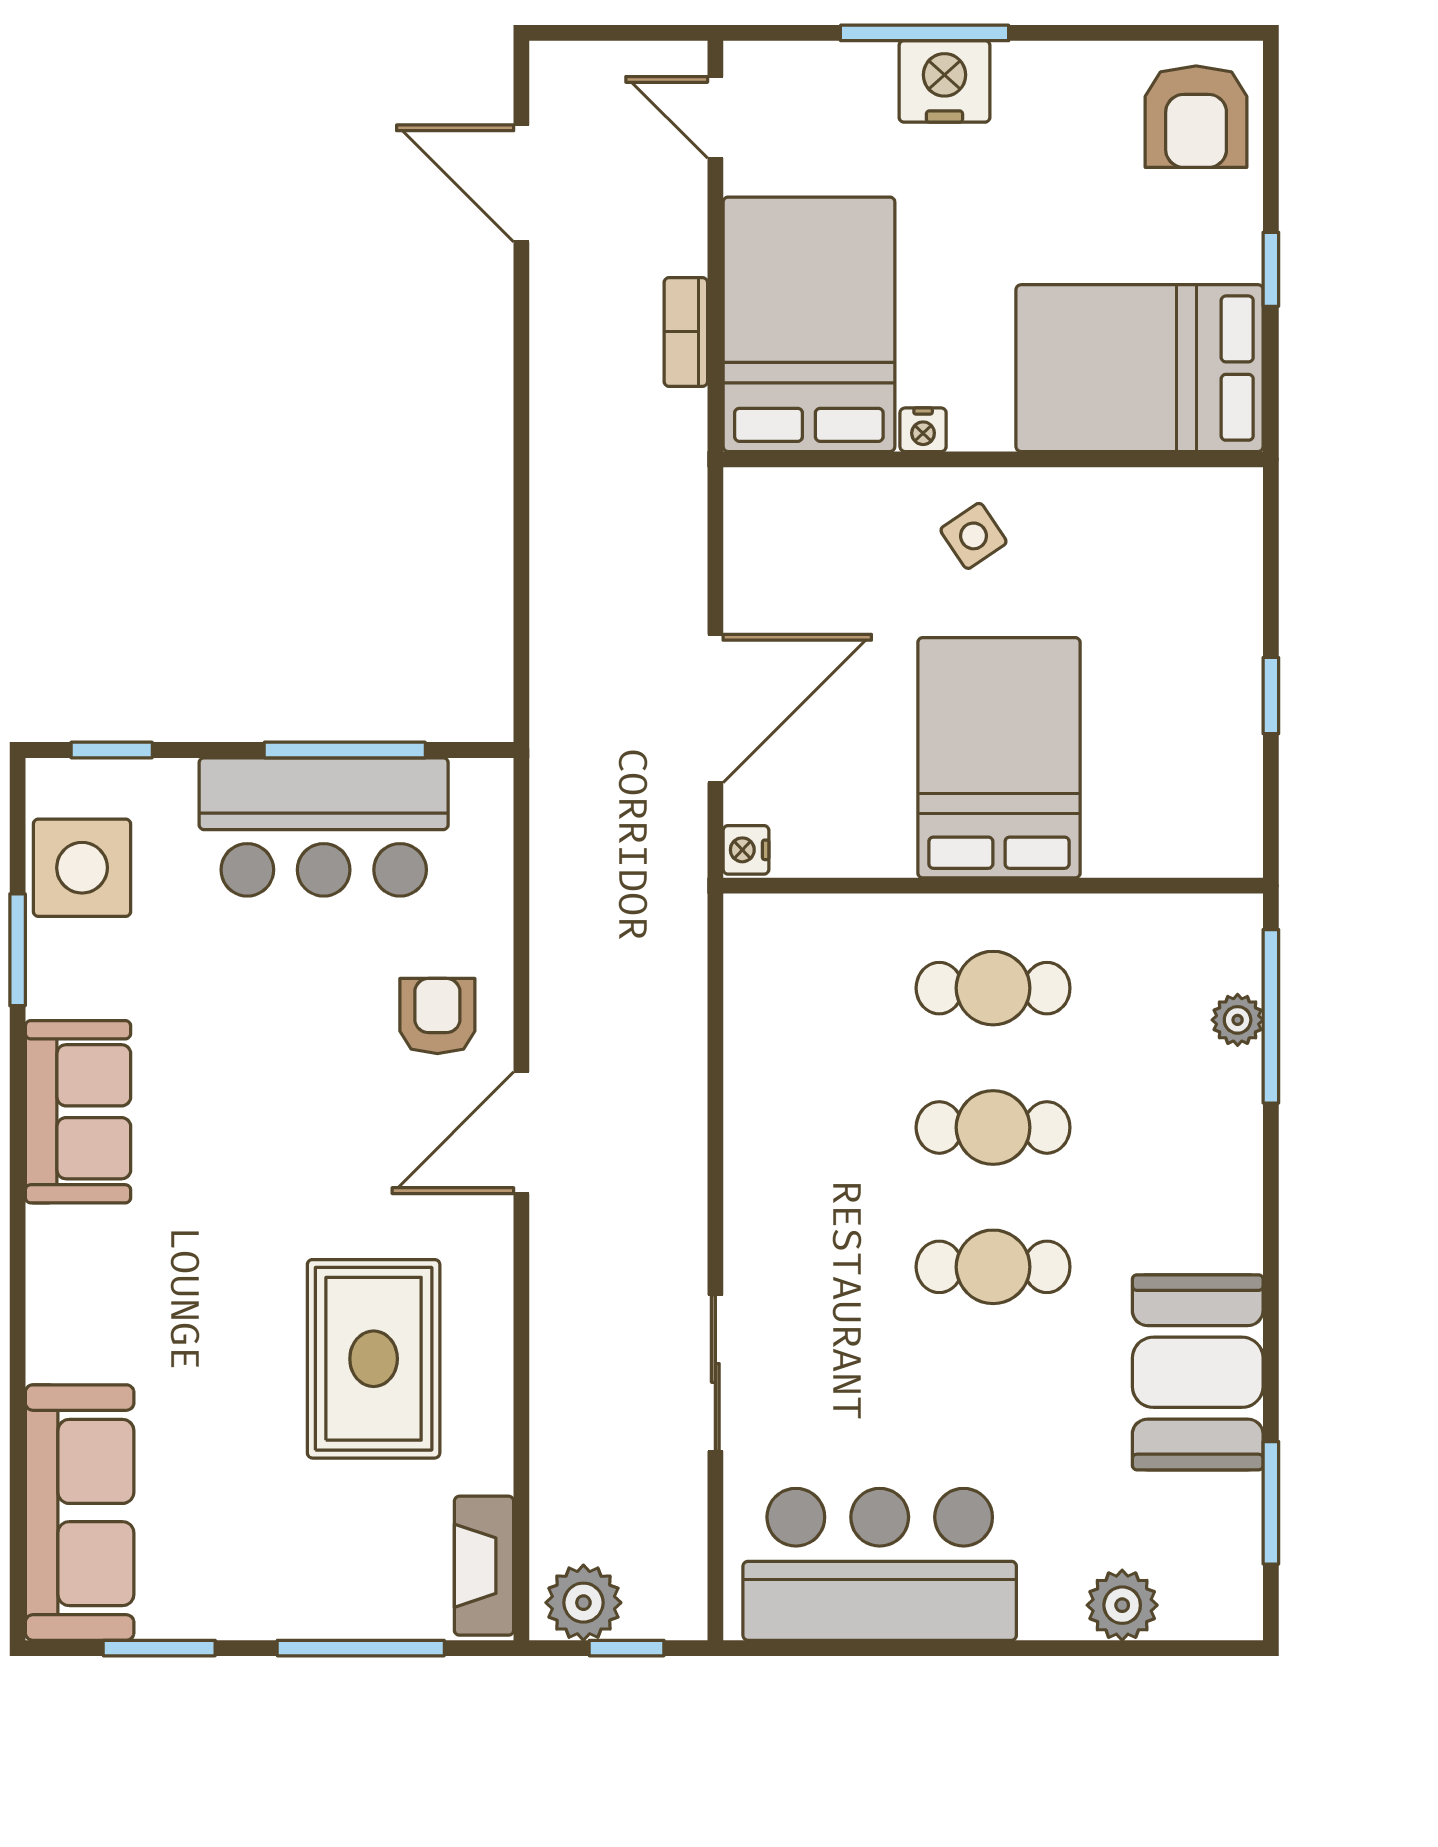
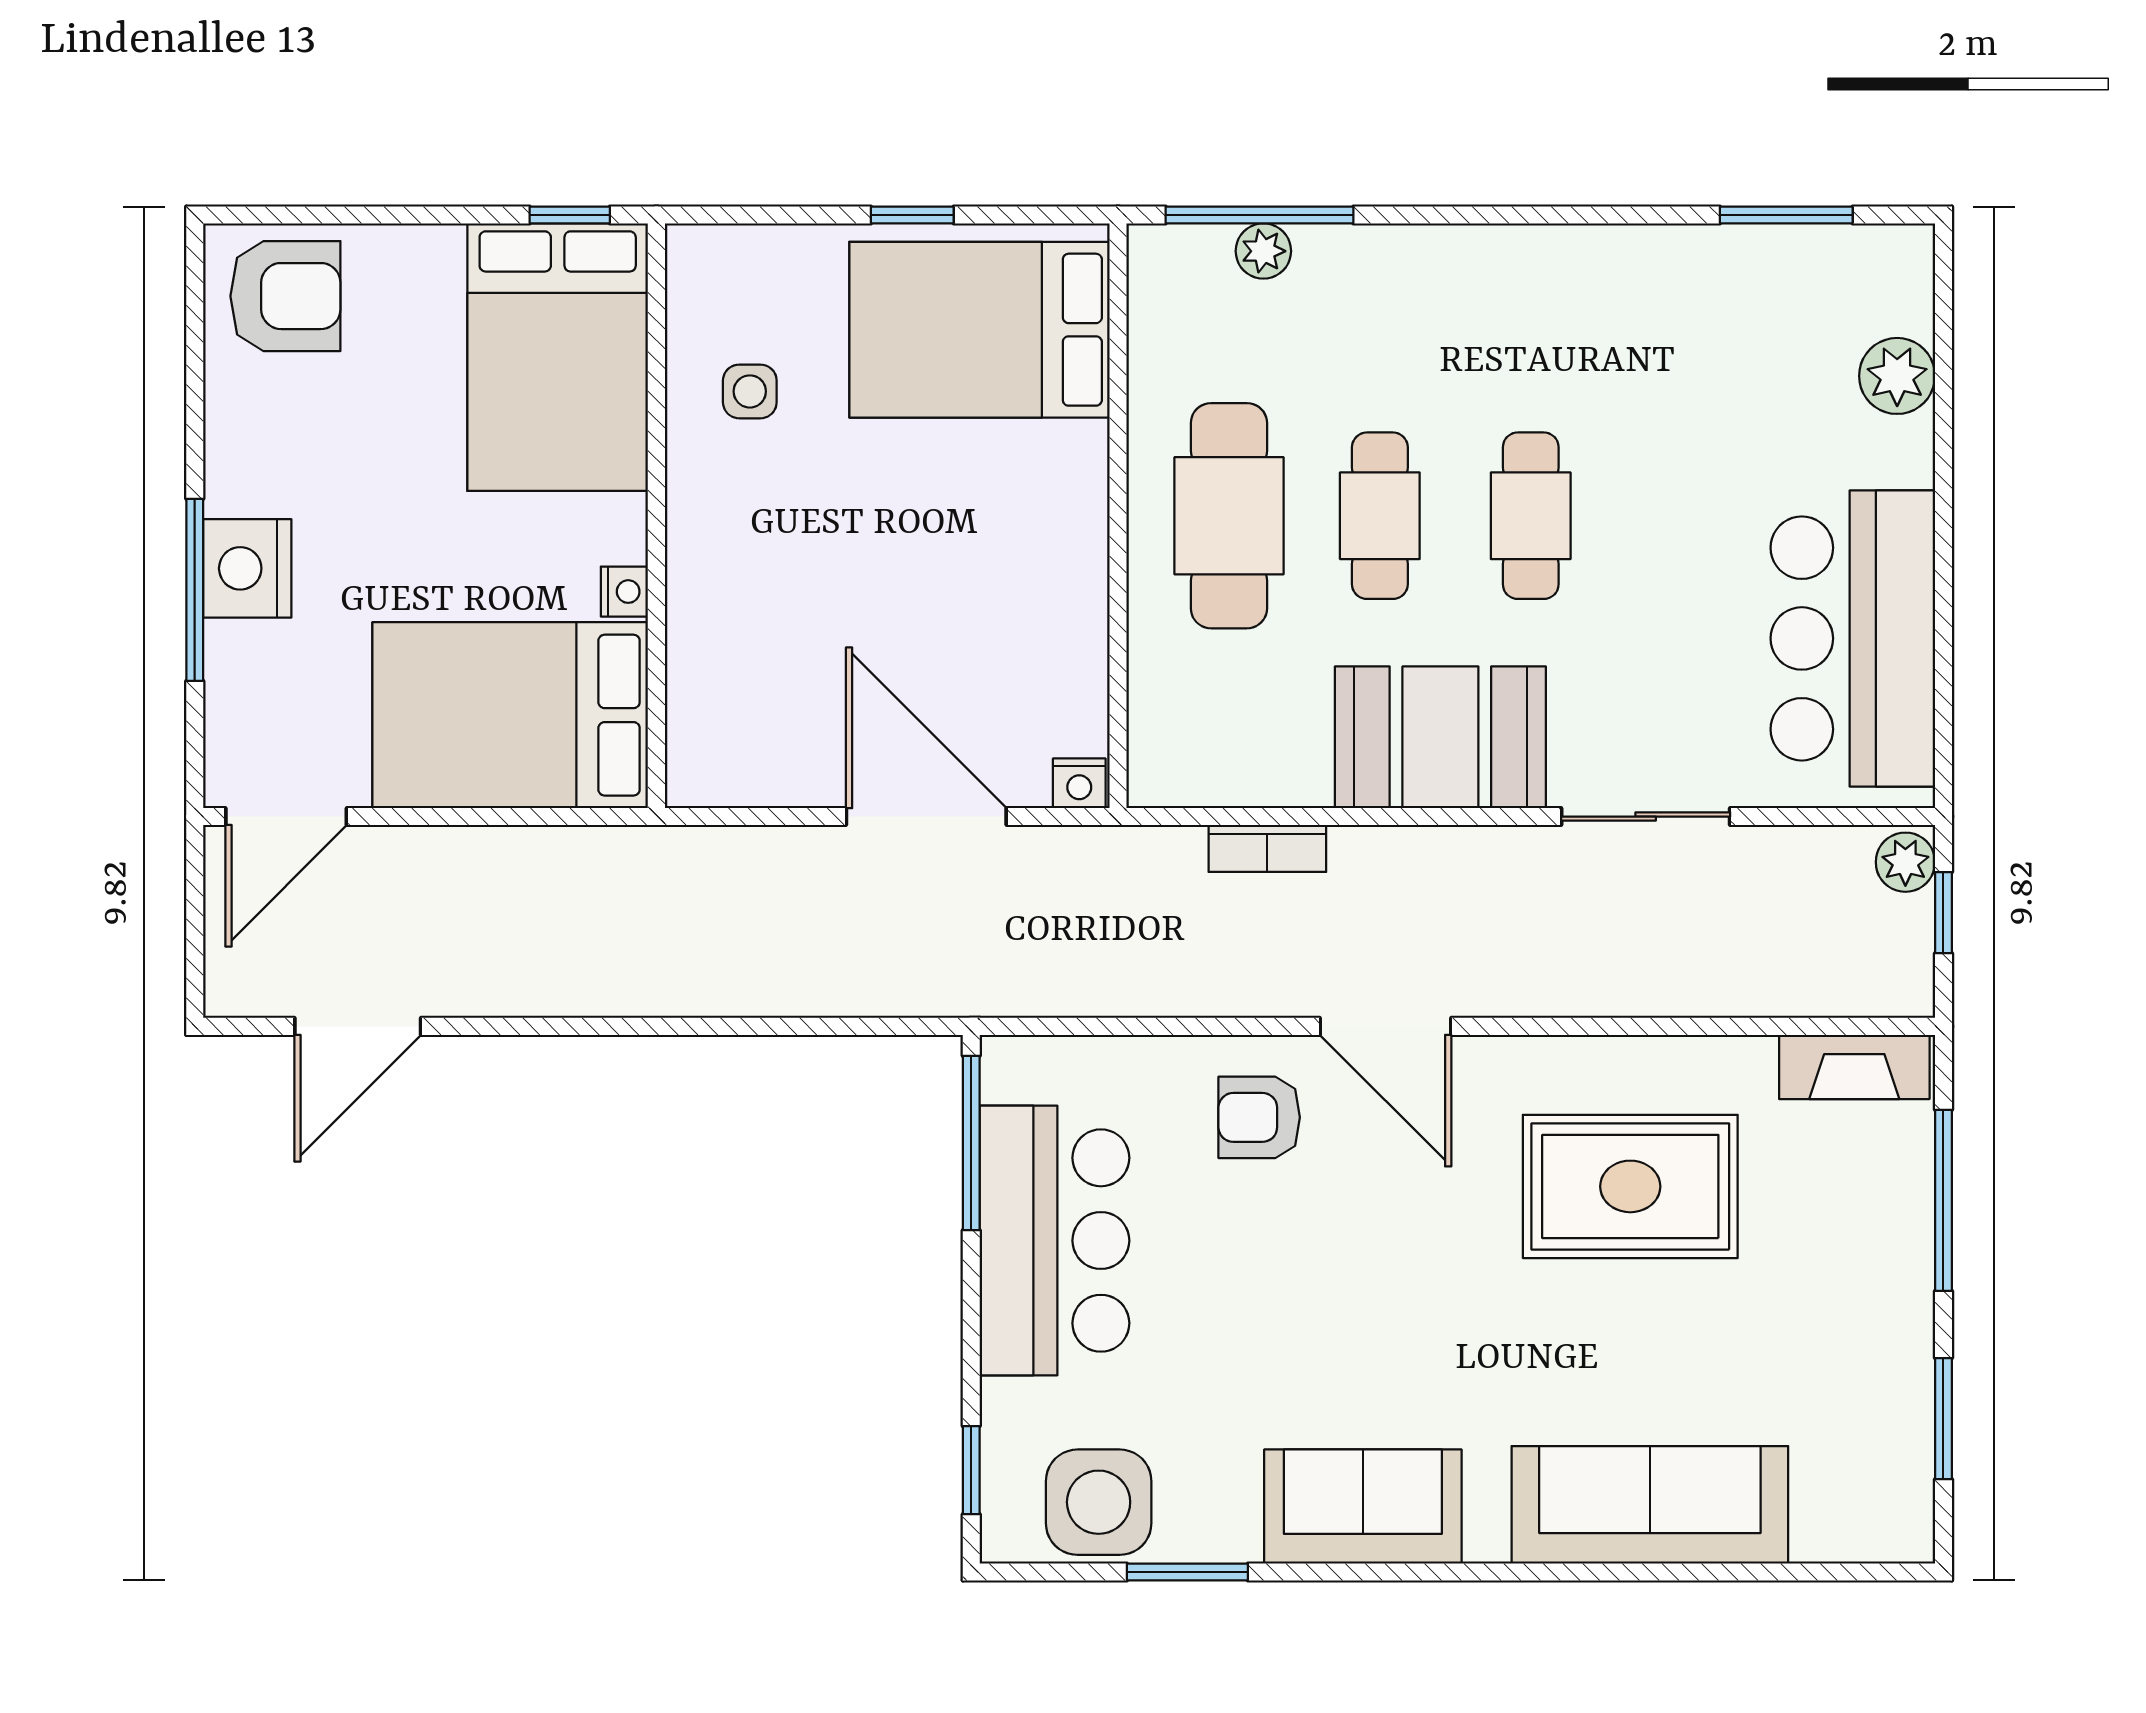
door: (715, 117) -> (286, 817), width x1.38
window: (1271, 269) -> (570, 215), moved
bookcase: (686, 332) -> (1267, 848), moved
side table: (973, 536) -> (750, 391), moved, turned 34
window: (345, 750) -> (971, 1143), moved
bed: (999, 758) -> (980, 330), moved
cafe table: (993, 988) -> (1229, 516), width x1.37, depth x1.35
booth: (1198, 1372) -> (1440, 737), moved
sofa: (80, 1513) -> (1650, 1505), moved
plant: (583, 1603) -> (1905, 862), moved, width x0.73, depth x0.73

